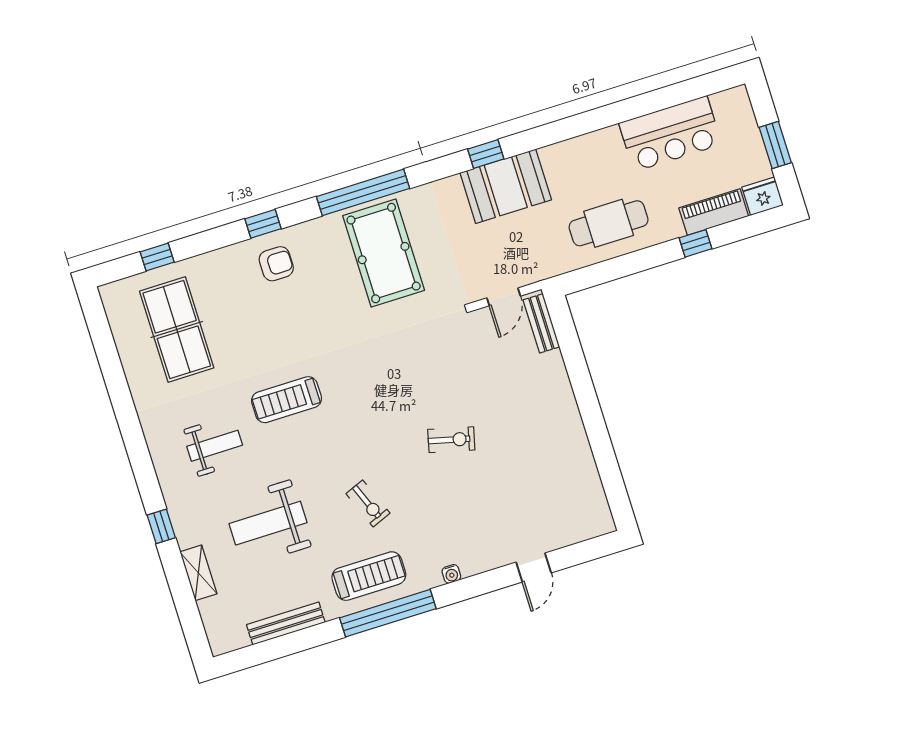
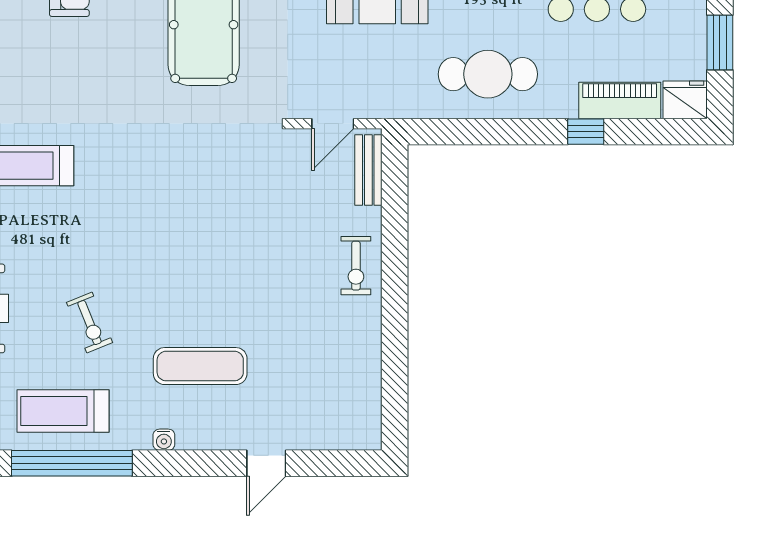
exercise bike: (451, 440) -> (356, 266), moved, turned 76
exercise mat: (461, 510) -> (200, 366), added
treadmill: (369, 576) -> (63, 411), turned 180

